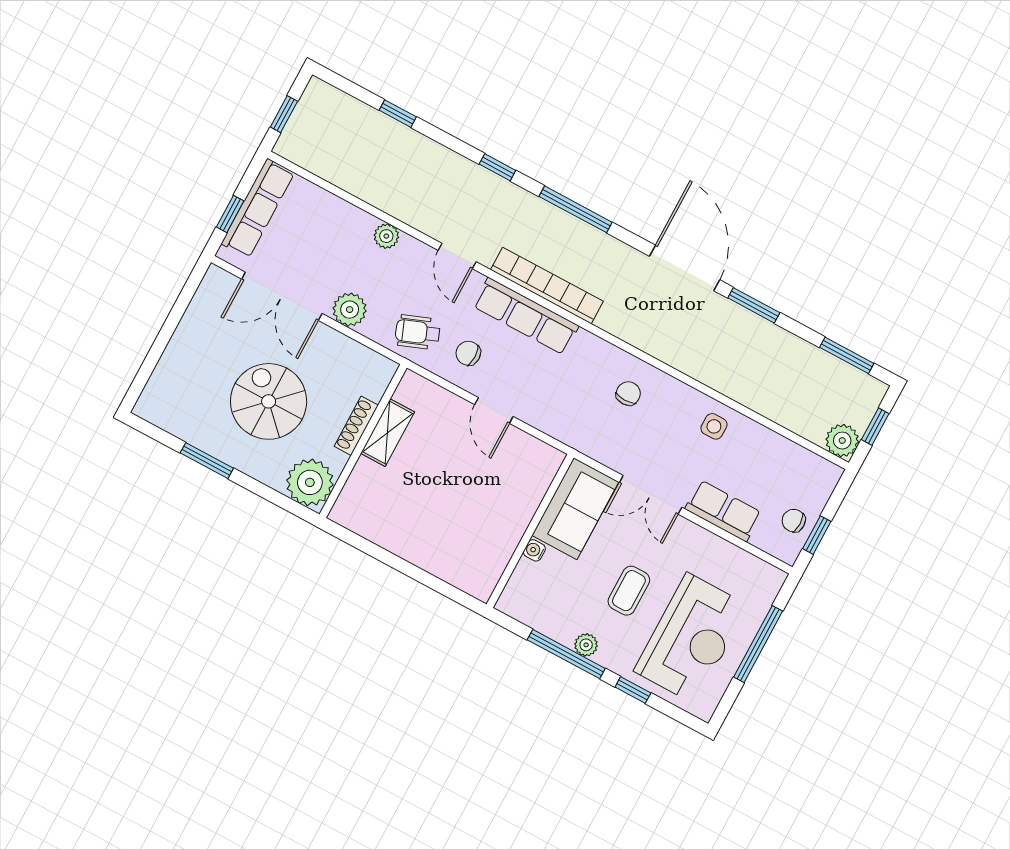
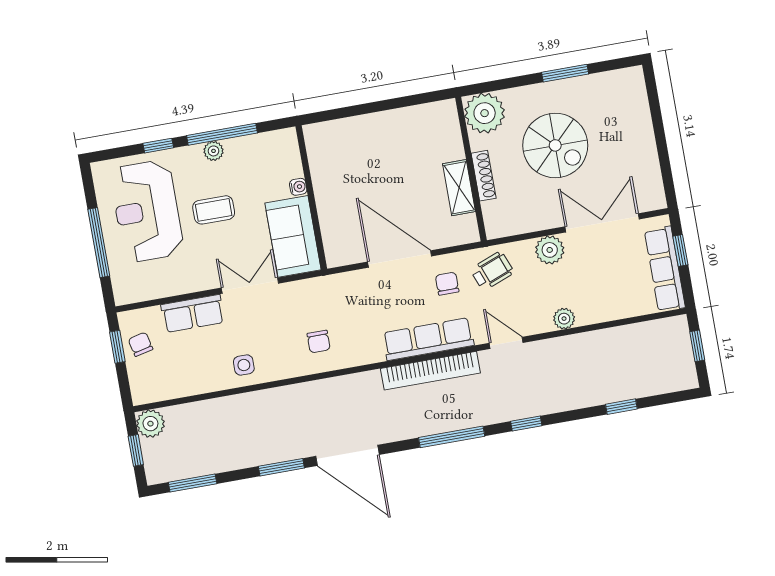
chair: (468, 353) -> (447, 284), turned -90
door: (494, 410) -> (400, 259), width x1.88
chair: (794, 521) -> (140, 344), turned -103
coffee table: (629, 591) -> (214, 210), turned 90

